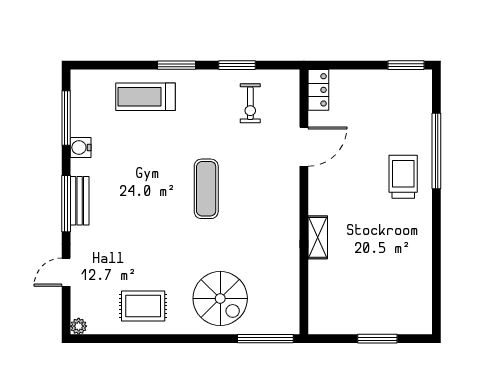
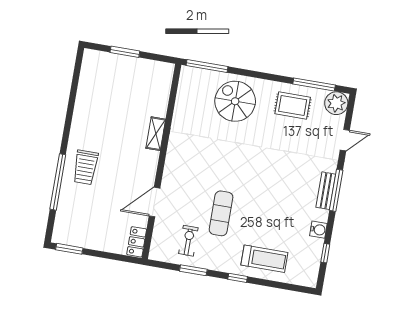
window: (176, 65) -> (238, 278), width x0.67
window: (66, 118) -> (325, 253), width x0.46
exercise mat: (206, 189) -> (221, 213), moved
plant: (79, 326) -> (336, 103), width x1.88, depth x1.88
window: (120, 339) -> (314, 84), added

